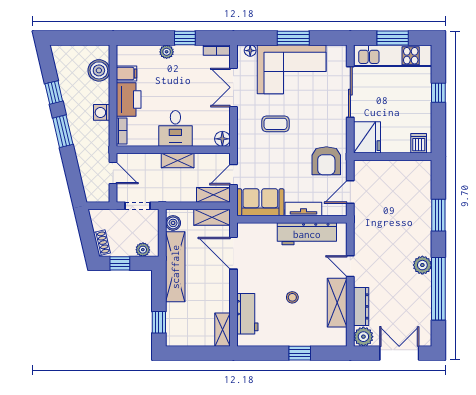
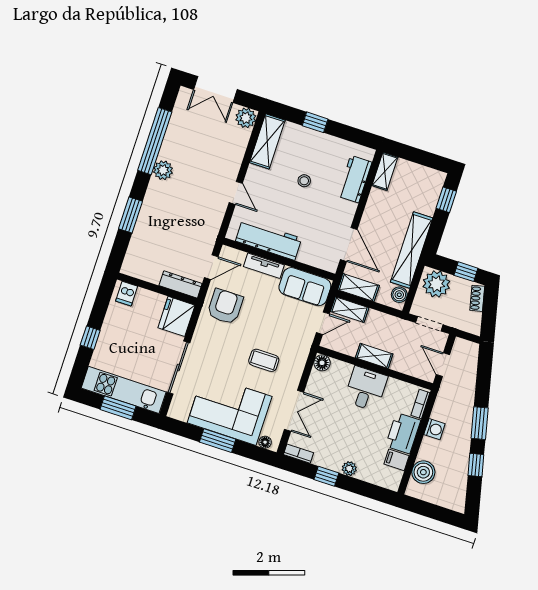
plant: (143, 250) -> (436, 284), width x1.87, depth x1.87
shelving: (337, 303) -> (267, 141), moved
dresser: (361, 306) -> (181, 284), moved, turned 90

